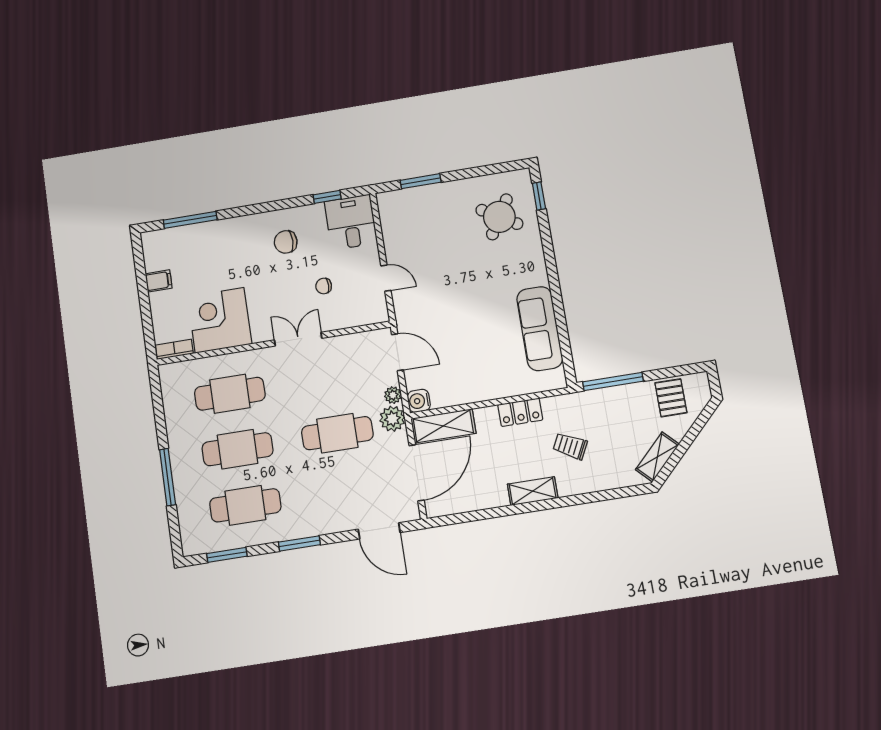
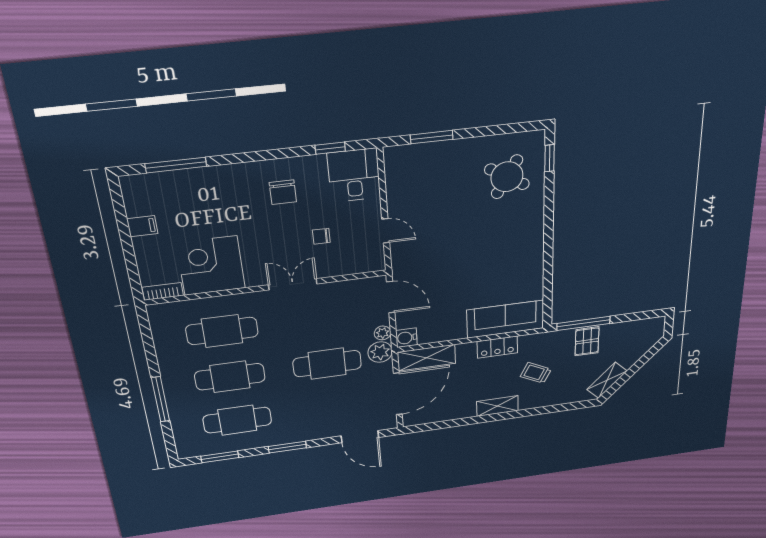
chair: (286, 242) -> (283, 192), turned -90
sofa: (540, 329) -> (505, 319), moved, turned 90
pallet: (671, 398) -> (587, 341), moved

